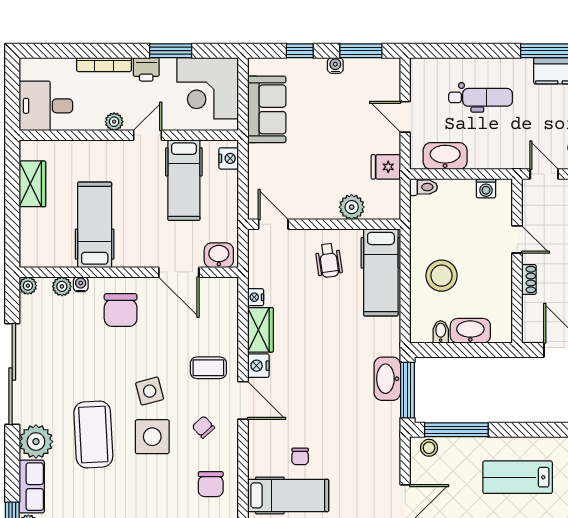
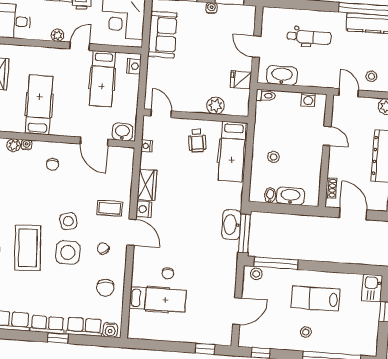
stool: (442, 276) -> (273, 157), width x0.53, depth x0.53
shoe rack: (529, 280) -> (331, 188), moved
nightstand: (256, 297) -> (147, 146), moved
chair: (121, 310) -> (52, 164), width x0.54, depth x0.54

